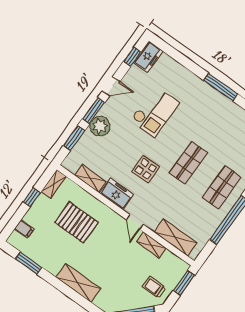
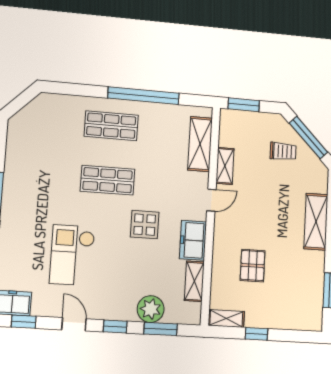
window: (94, 111) -> (115, 326), width x0.67
checkout: (155, 112) -> (72, 255), turned -90
plant: (100, 126) -> (151, 309), moved
pallet: (76, 222) -> (253, 266), width x0.67, depth x0.71
filing cabinet: (24, 229) -> (296, 320), removed
trolley: (154, 287) -> (283, 151), moved, turned -90

